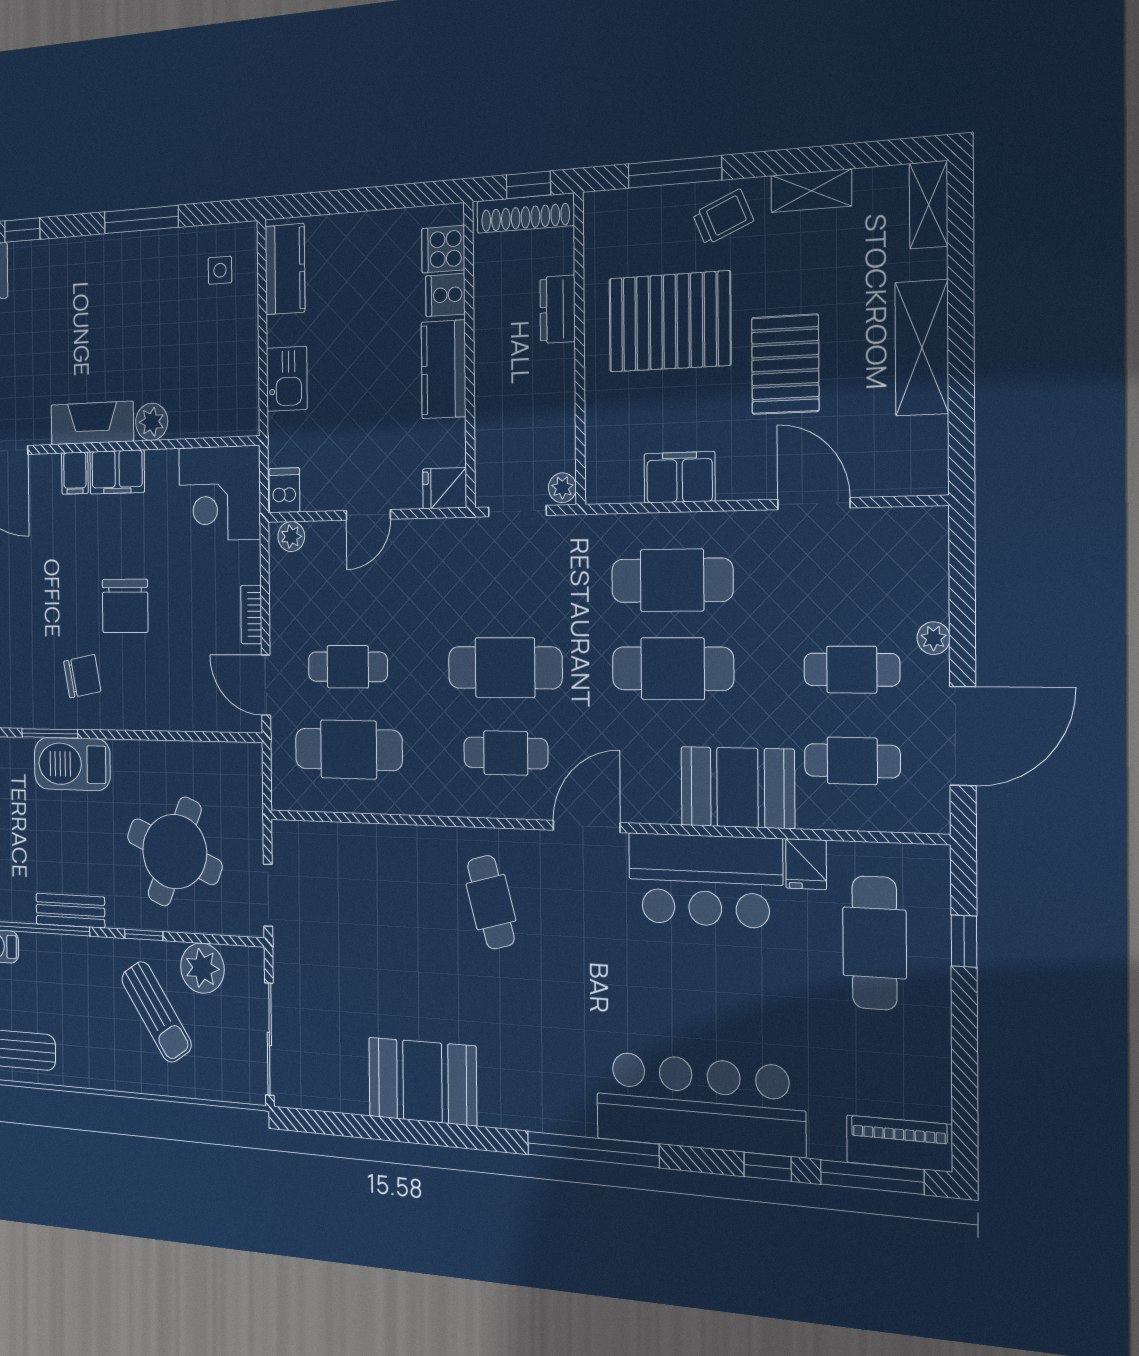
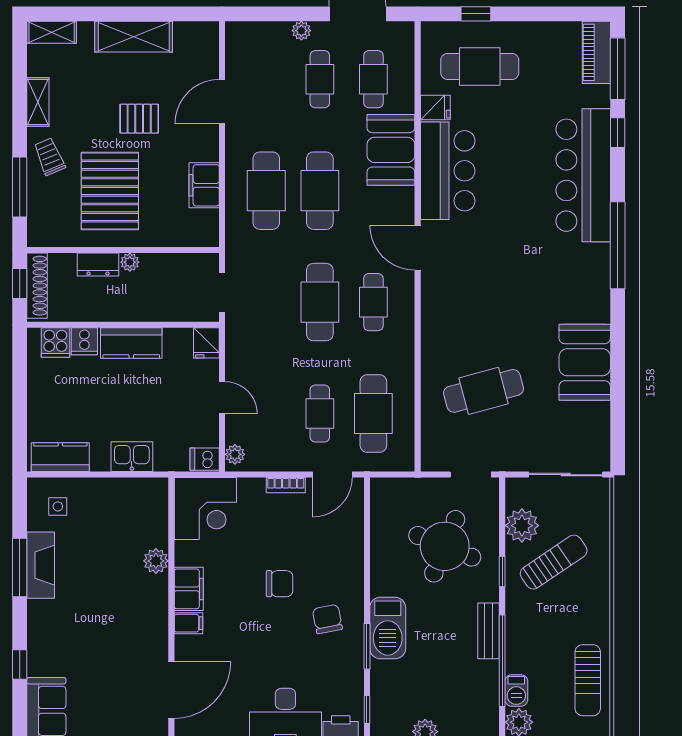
pallet: (785, 364) -> (139, 119), width x0.67, depth x0.71
fireplace: (92, 423) -> (41, 565), moved, turned 180
plant: (562, 488) -> (130, 262), moved
chair: (125, 606) -> (279, 584), width x0.73, depth x0.73
cafe table: (491, 902) -> (483, 391), moved, width x1.37, depth x1.35

